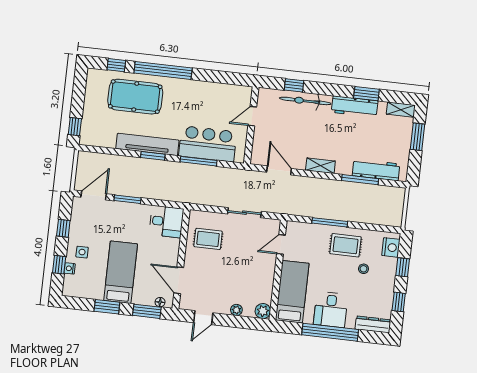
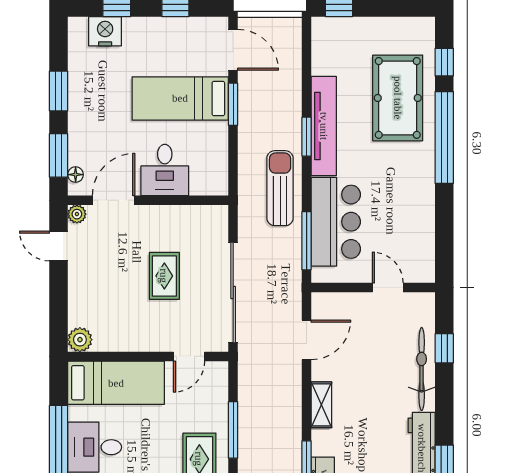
window: (199, 161) -> (307, 241), moved
sun lounger: (183, 176) -> (280, 188), added
sliding door: (244, 213) -> (233, 293), width x1.86
desk: (166, 222) -> (165, 170), moved
rug: (208, 239) -> (164, 276), moved
door: (281, 244) -> (189, 356), swing flipped
side table: (82, 252) -> (141, 42), removed
nightstand: (70, 268) -> (105, 31), width x1.89, depth x1.79
bed: (121, 272) -> (180, 98), moved, turned 180
plant: (236, 310) -> (77, 214), moved

